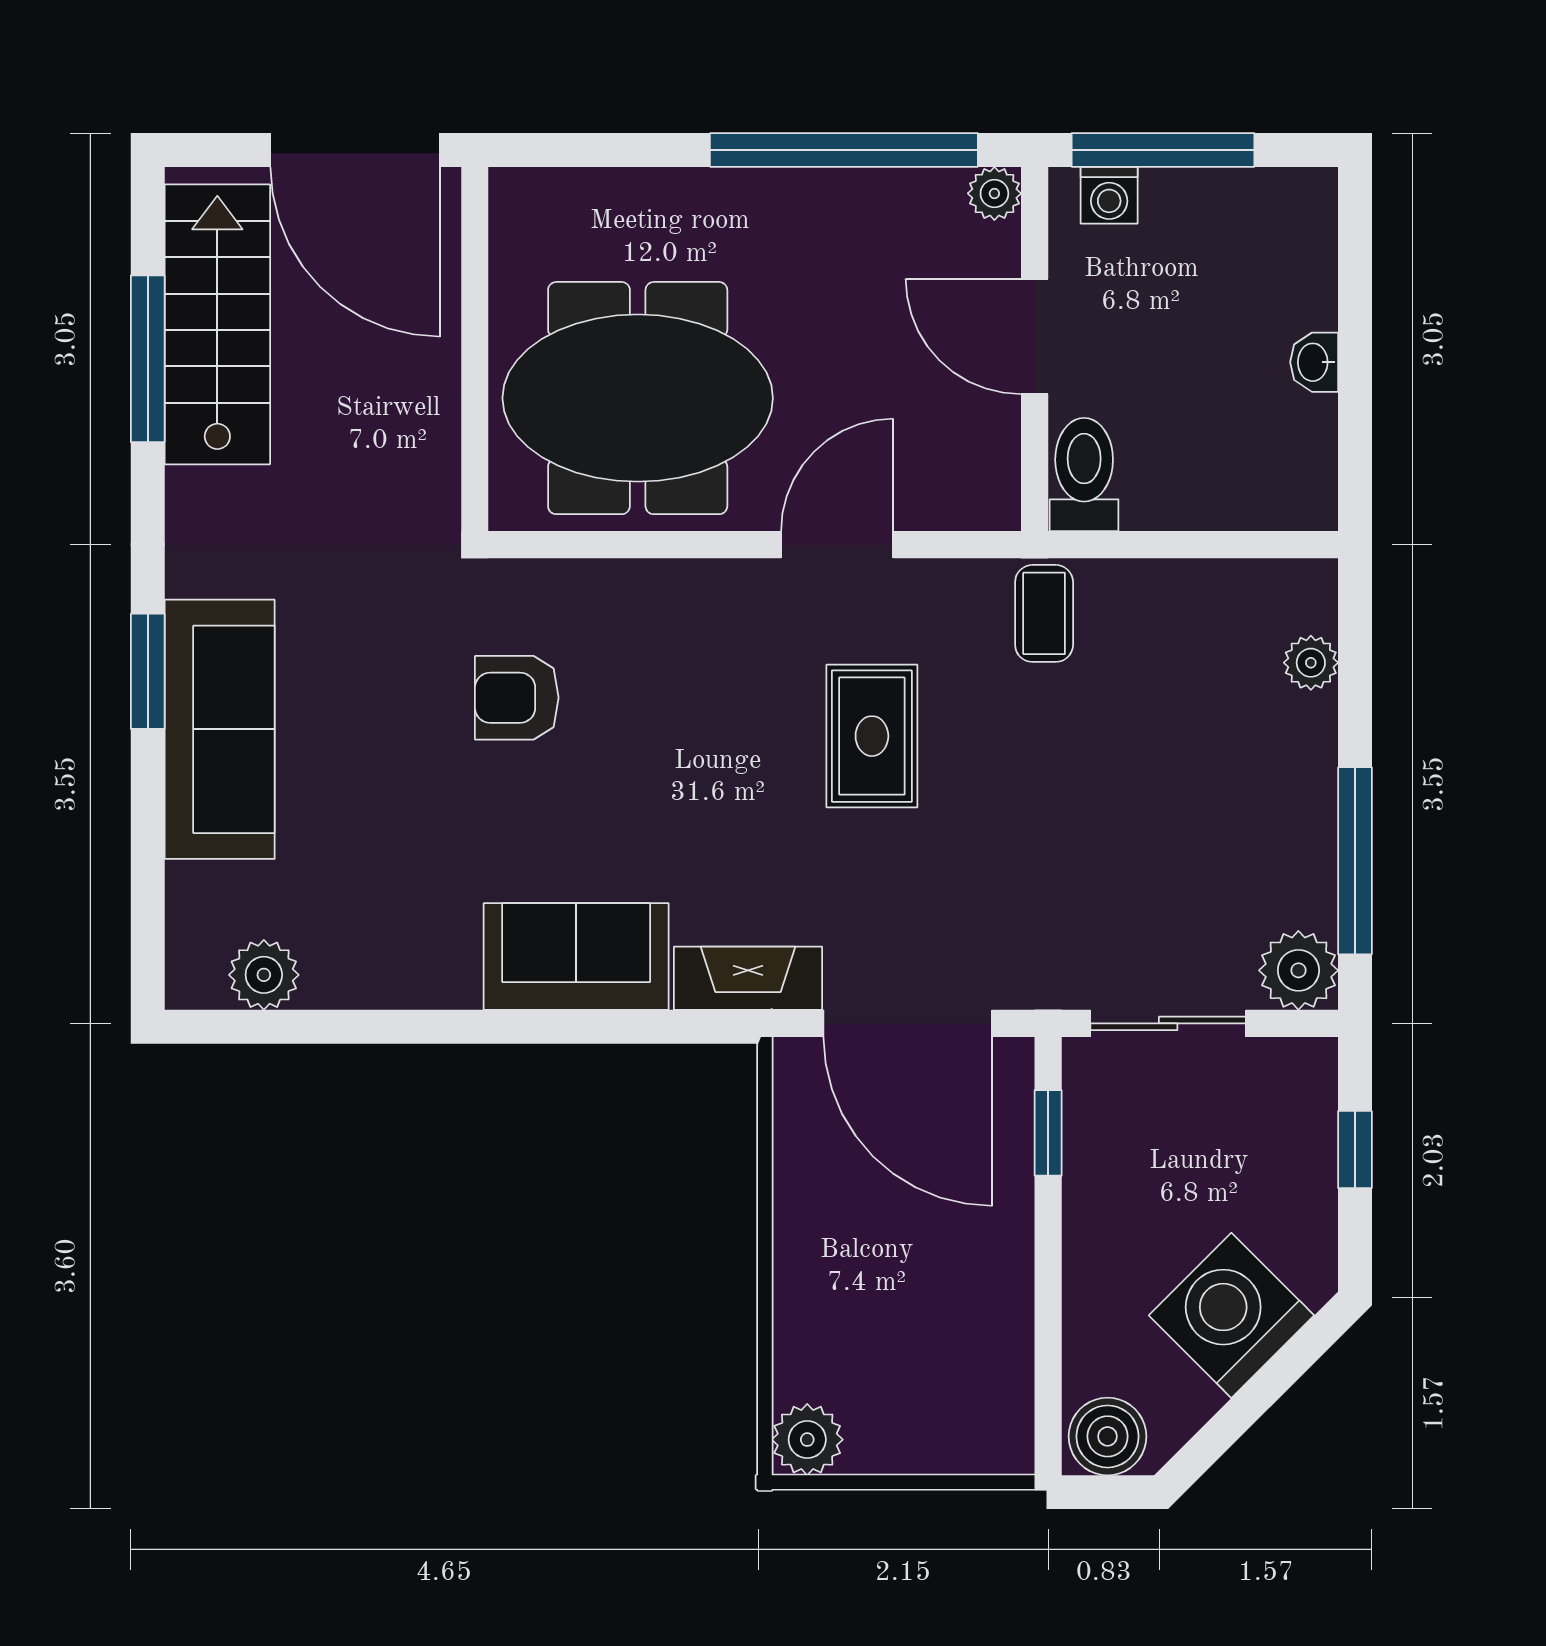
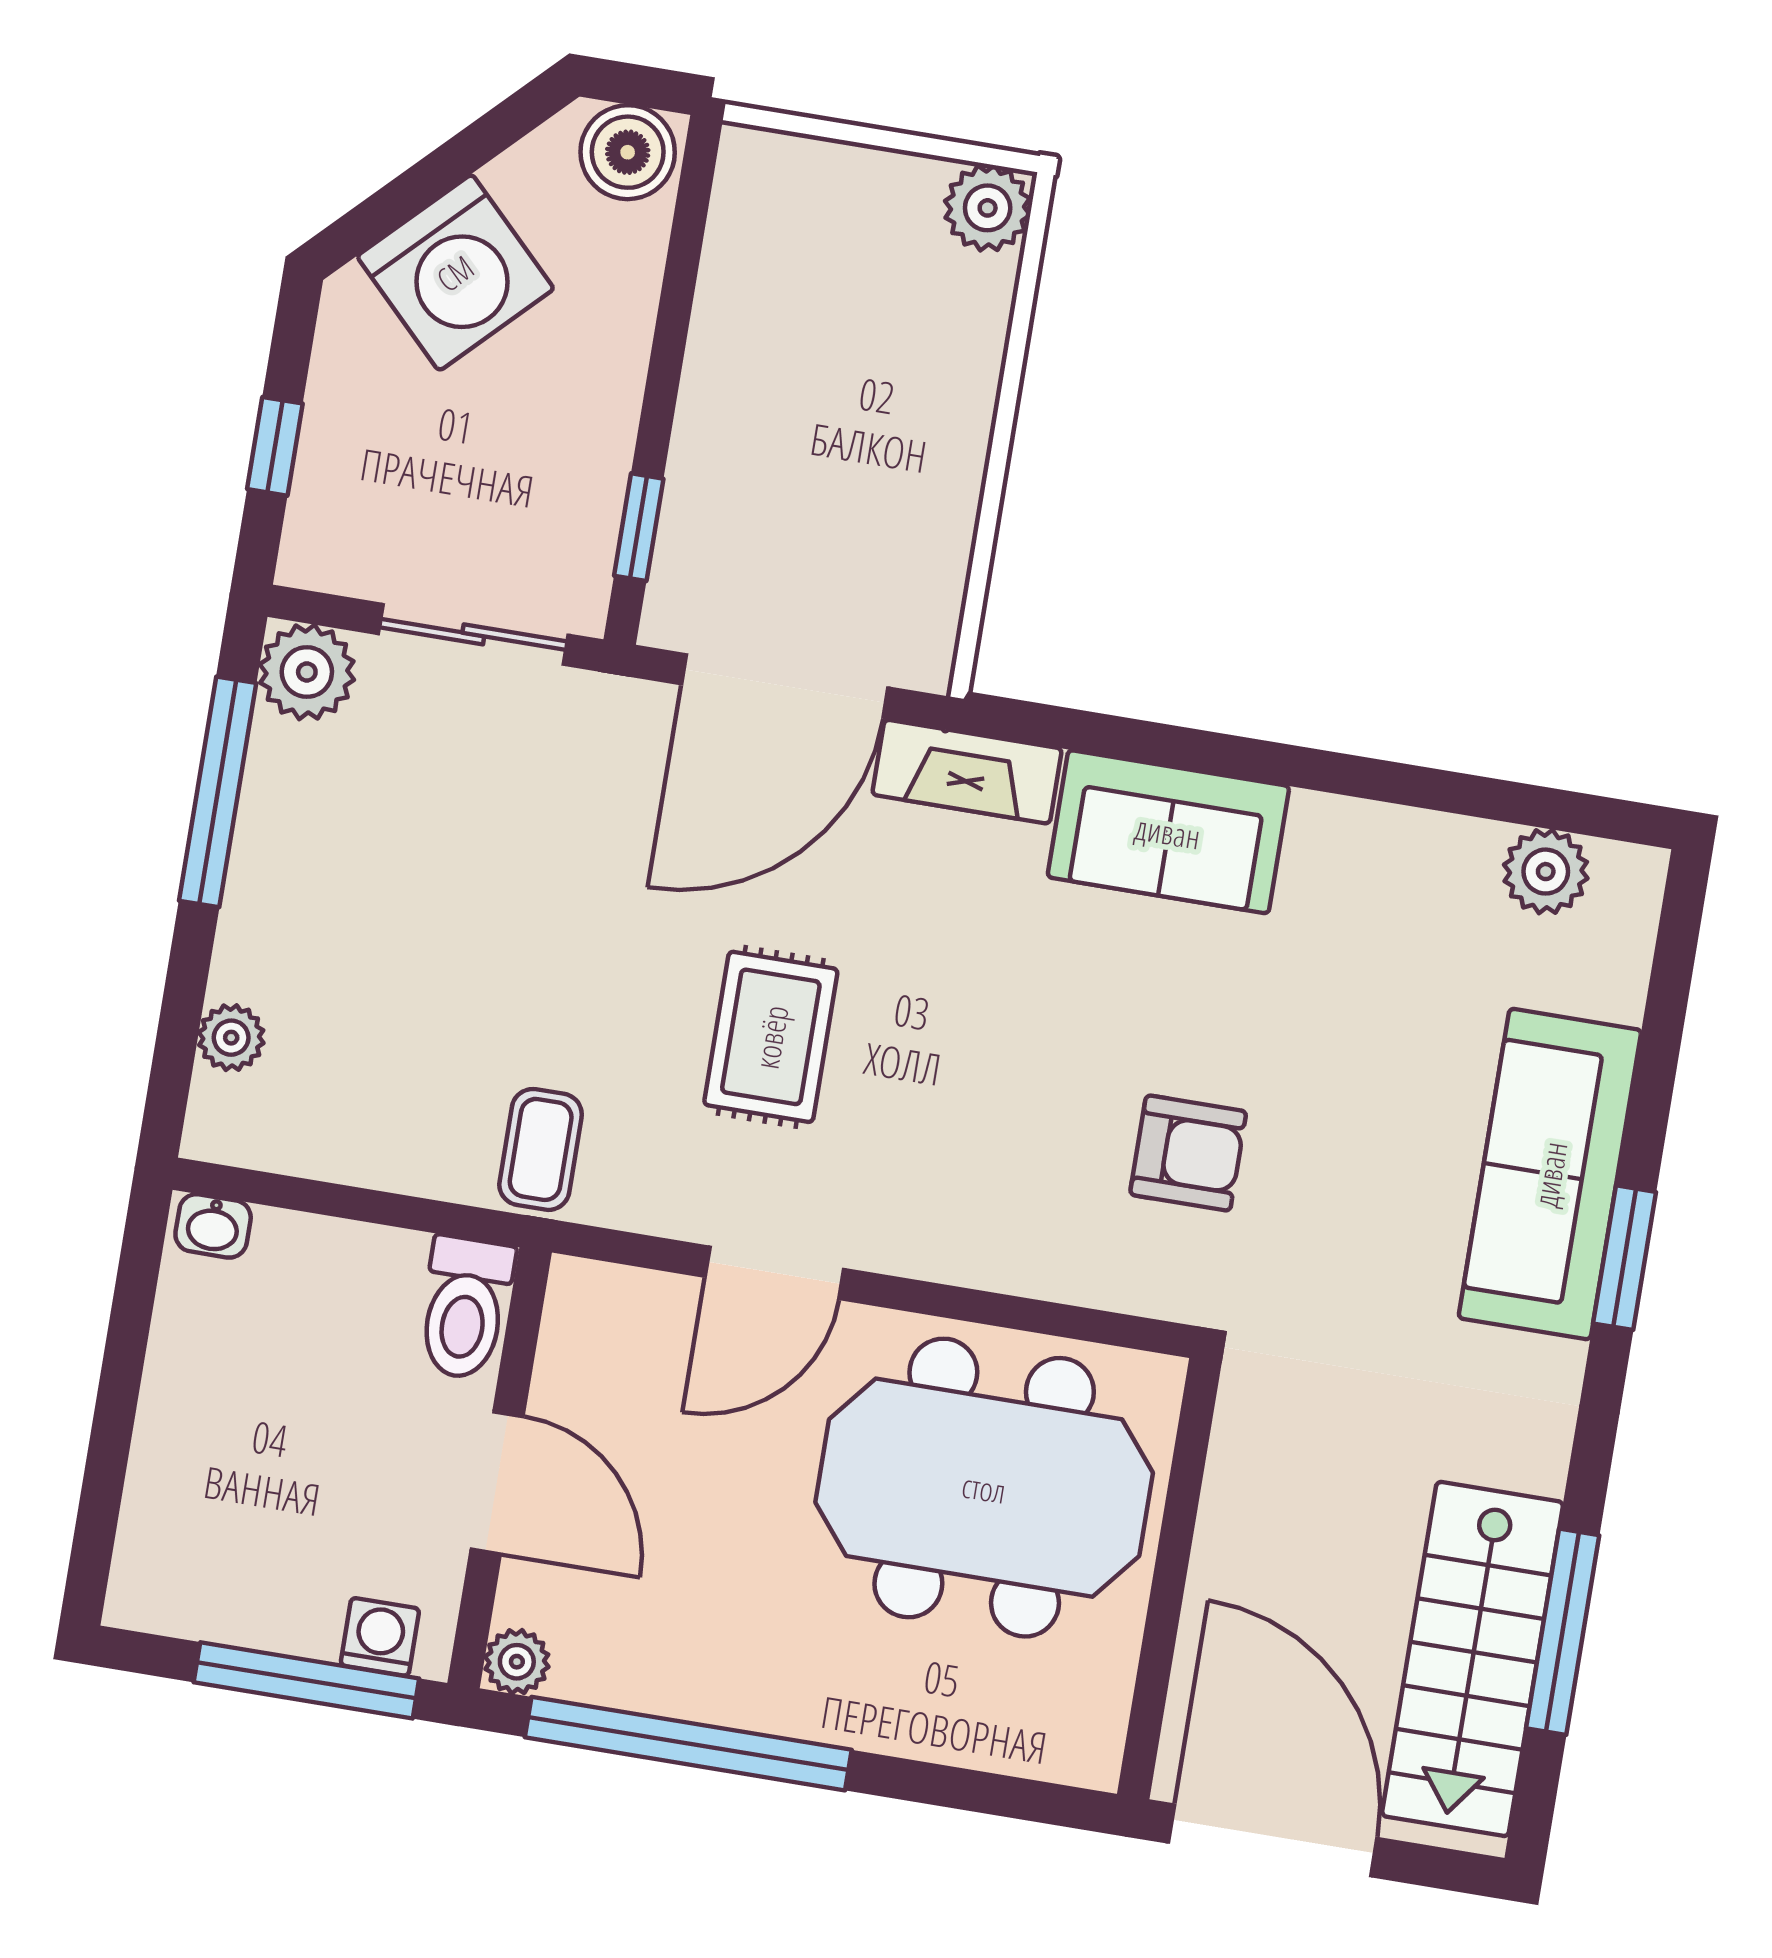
washbasin: (1314, 362) -> (213, 1226), moved, turned 90
door: (908, 1023) -> (785, 686), swing flipped

